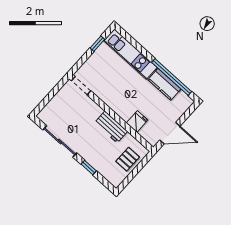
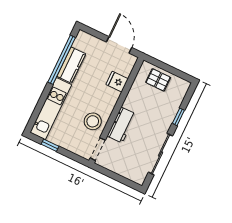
stool: (108, 89) -> (93, 121), added
workbench: (111, 127) -> (122, 125), moved

